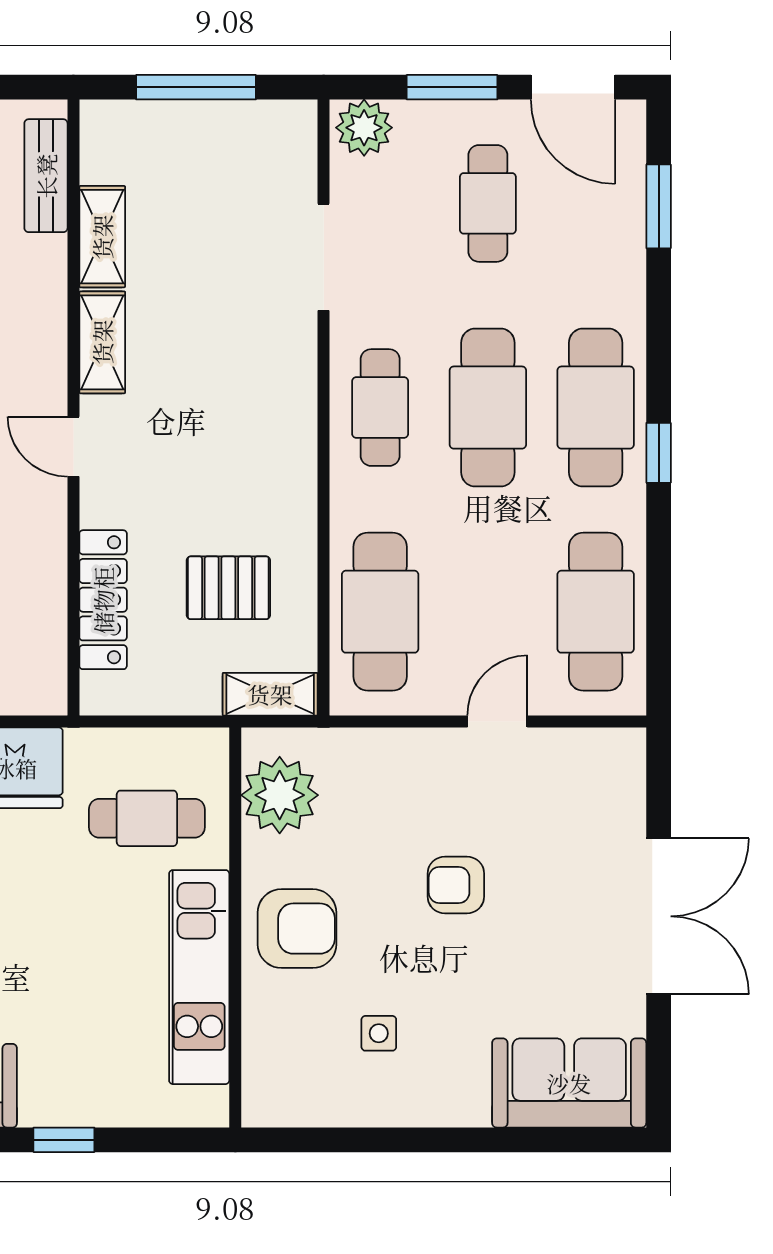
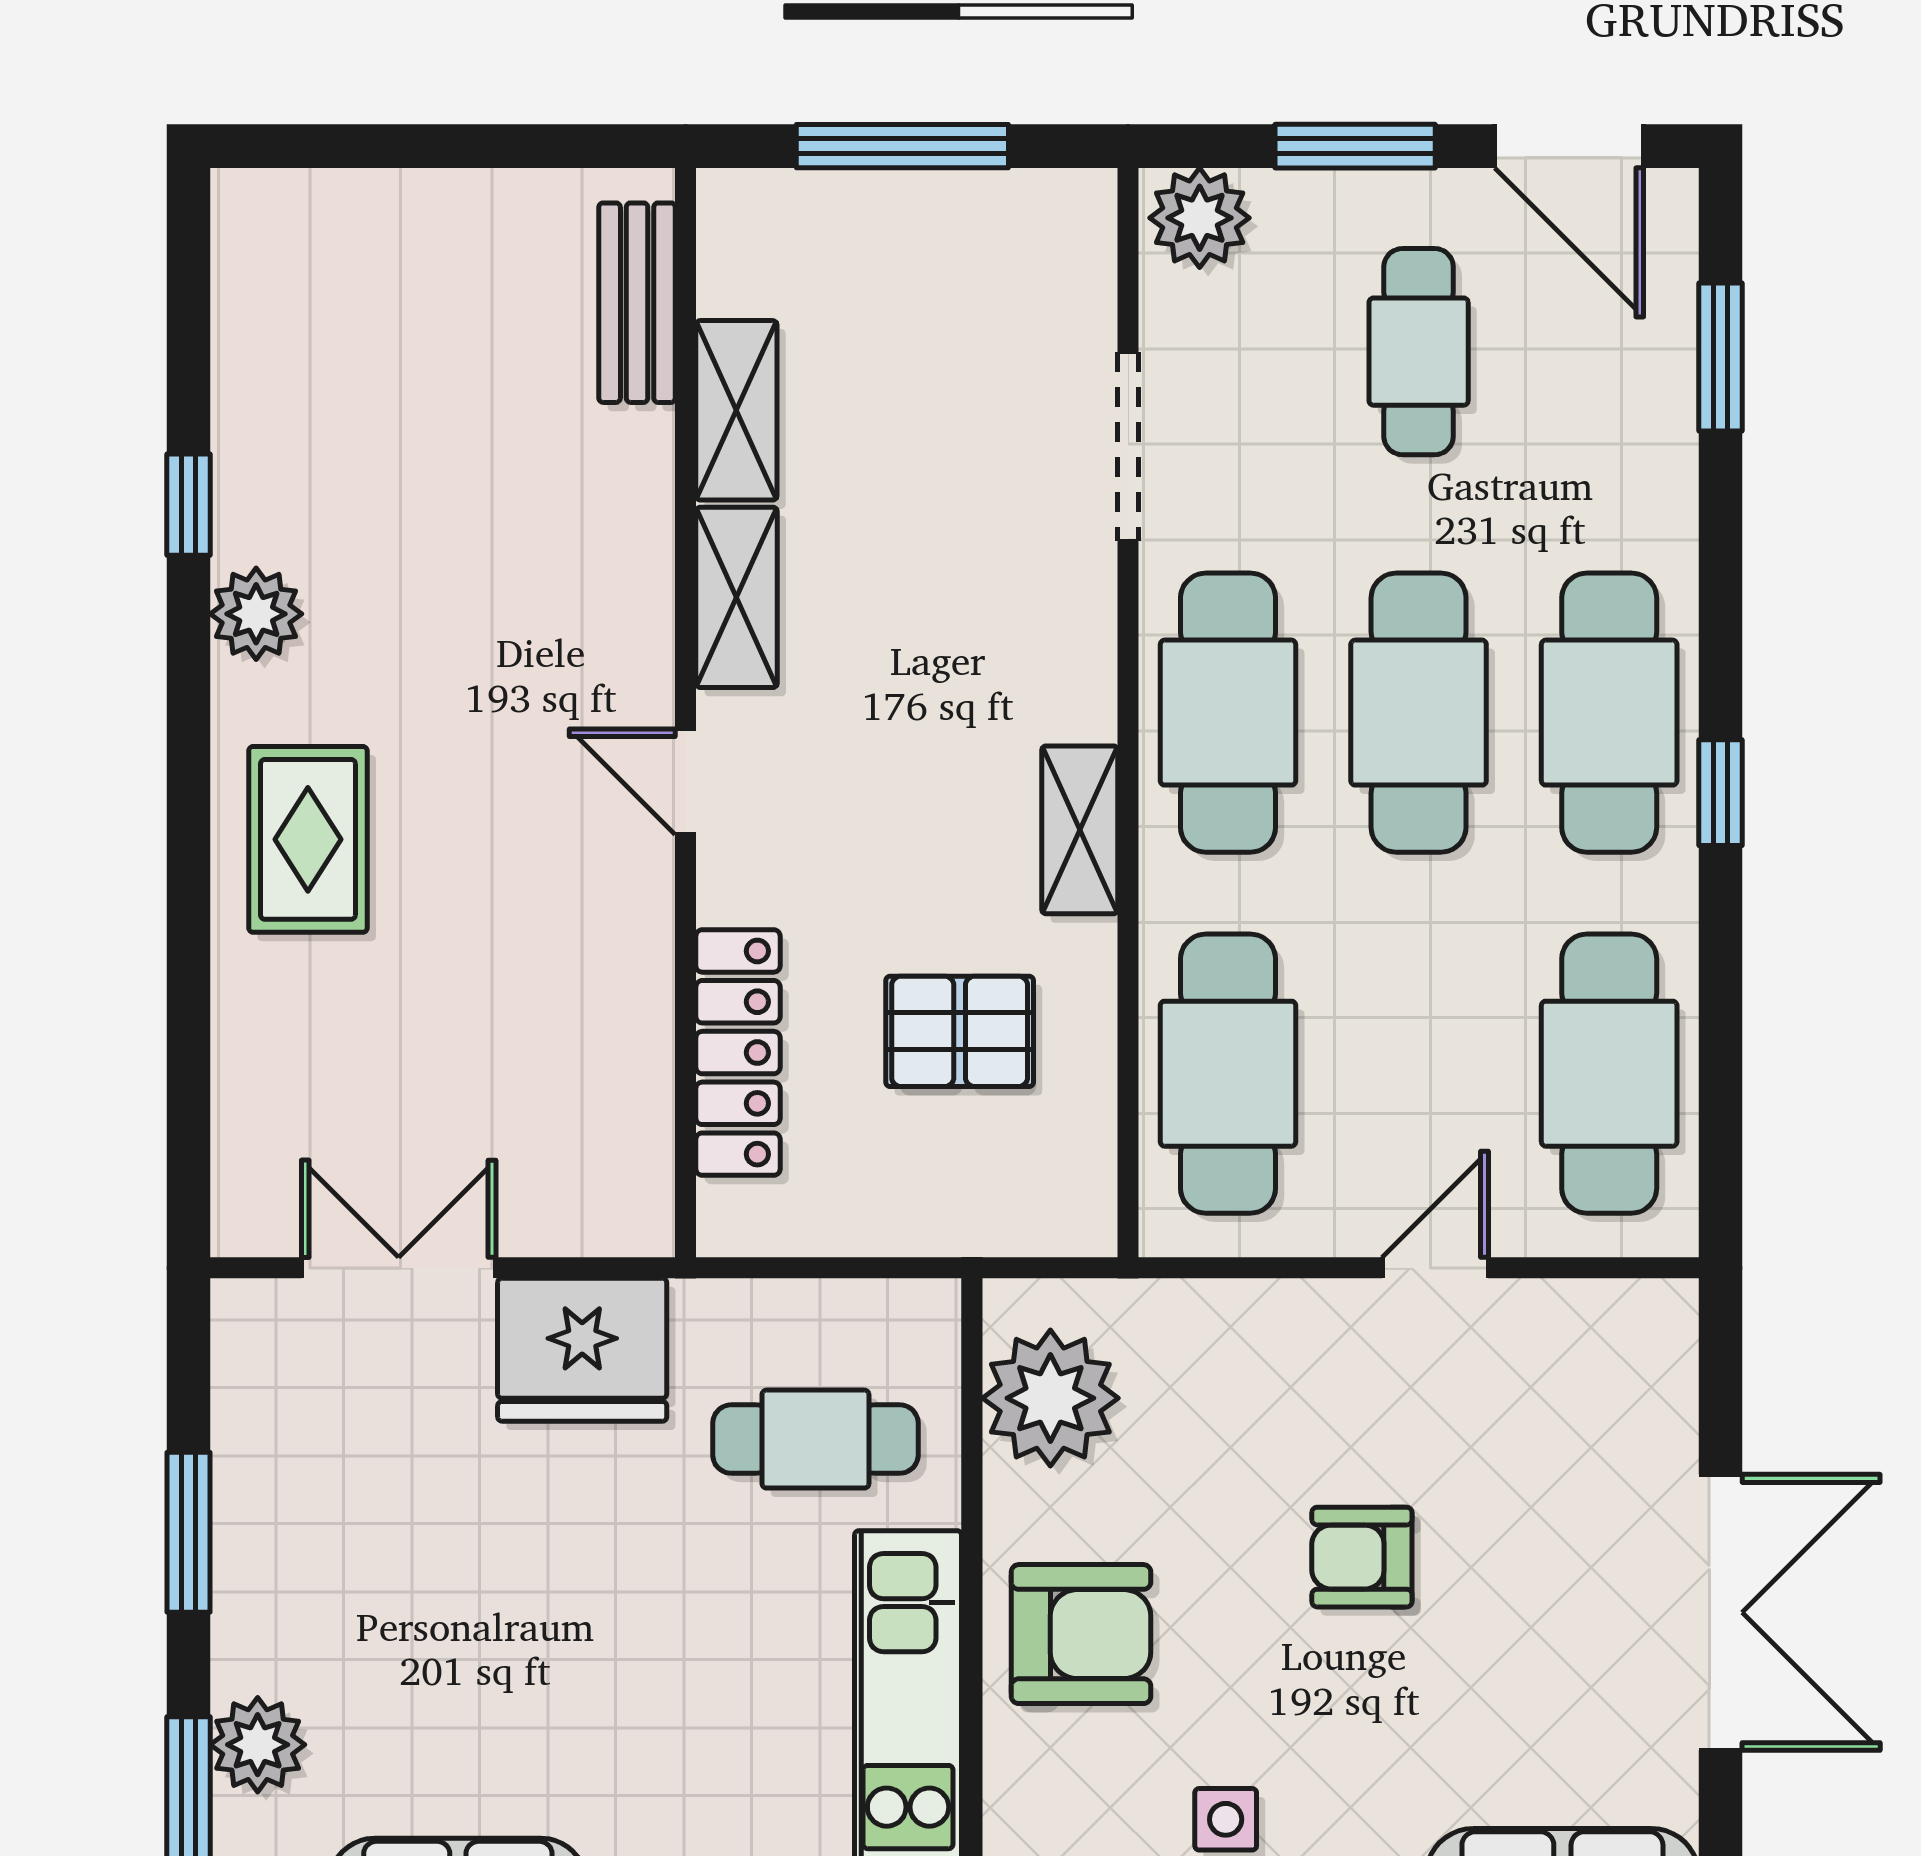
cafe table: (380, 408) -> (1228, 713), width x1.37, depth x1.35
shelving: (270, 694) -> (1080, 830), moved, turned 90

